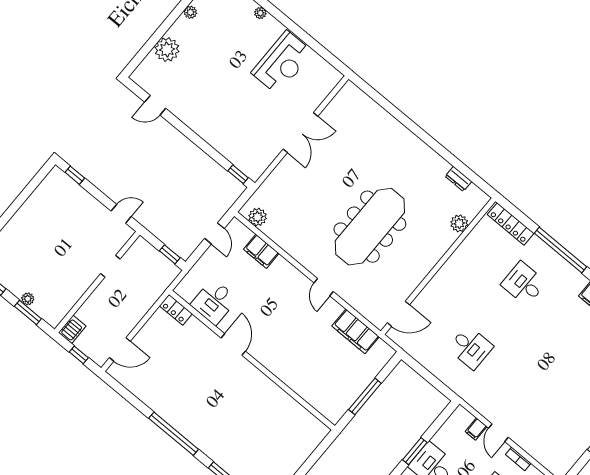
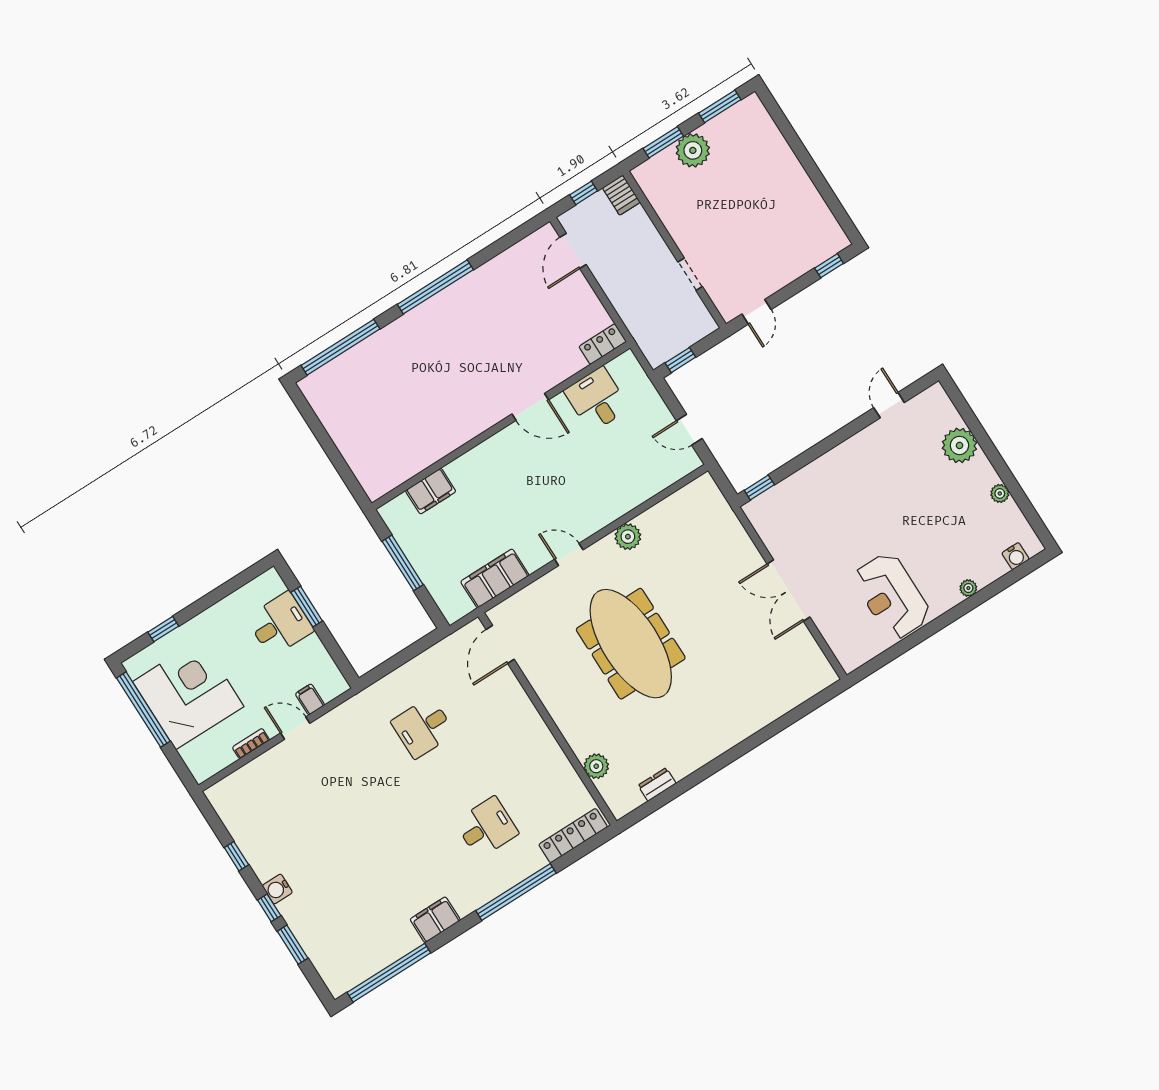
plant: (258, 217) -> (628, 537), moved
filing cabinet: (261, 251) -> (431, 491), moved, turned 180
plant: (28, 299) -> (693, 150), width x1.88, depth x1.88

